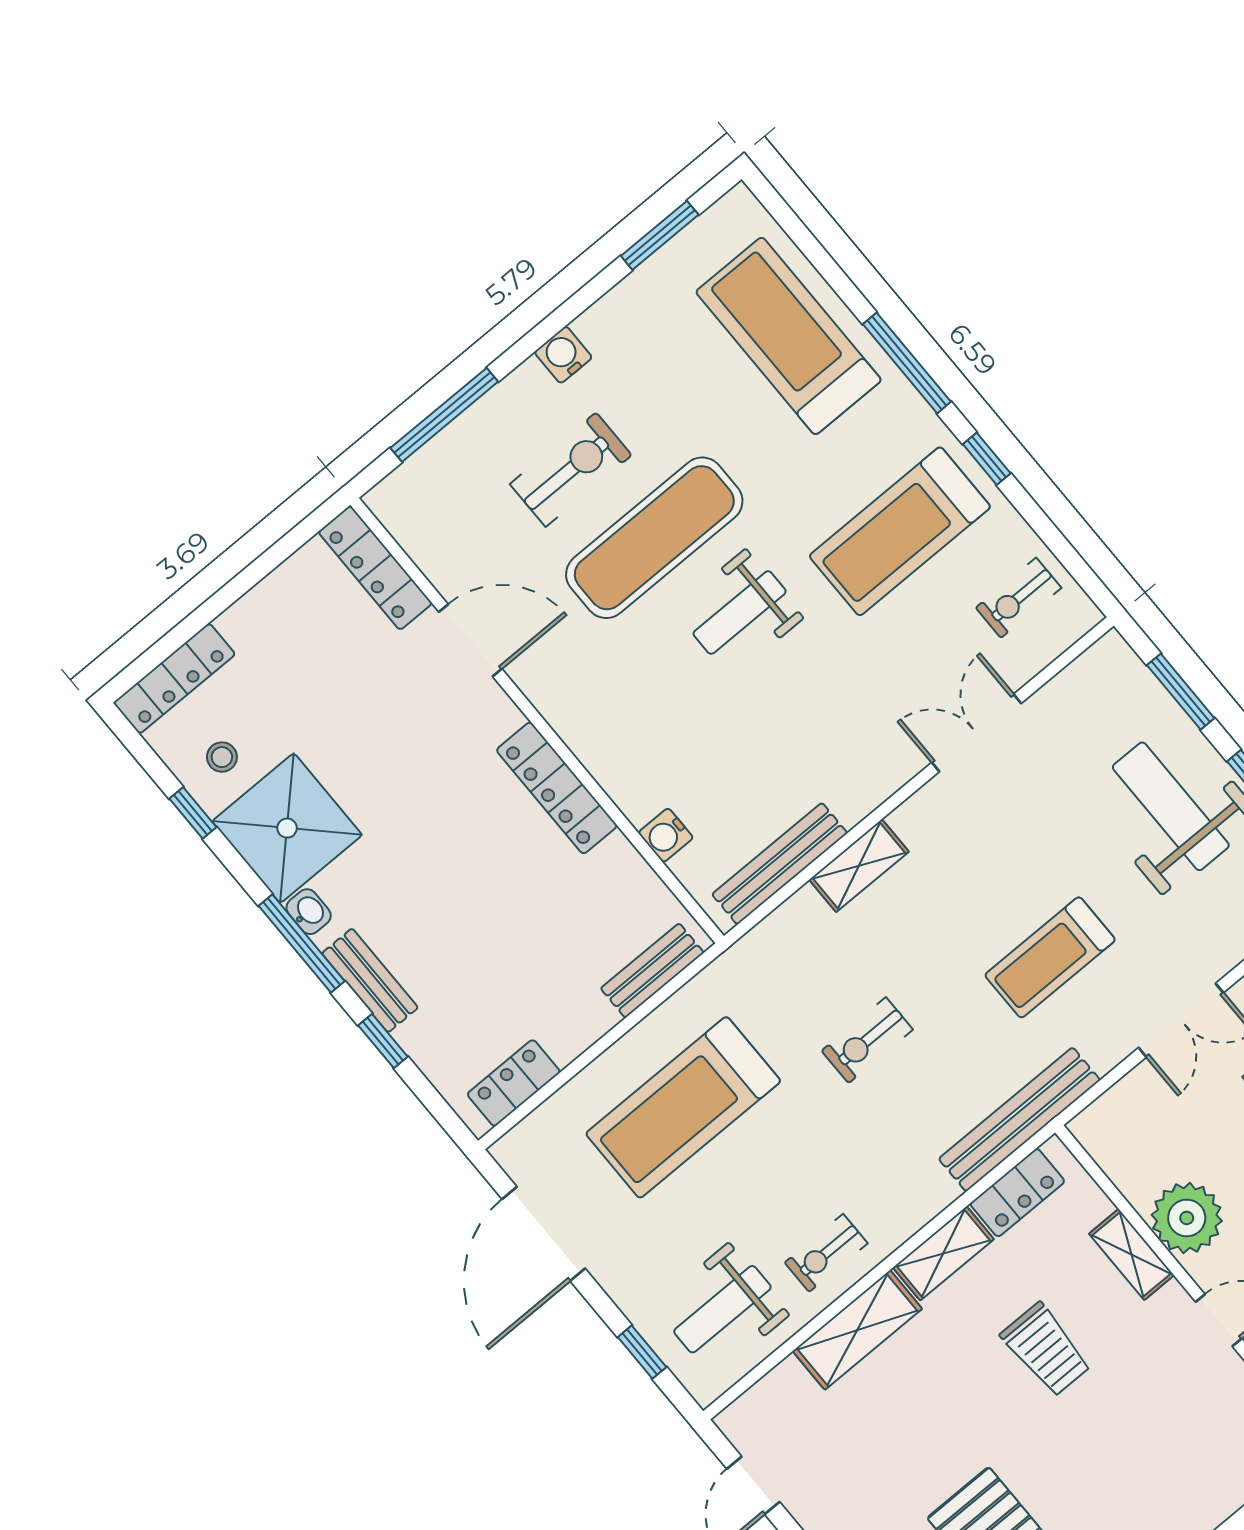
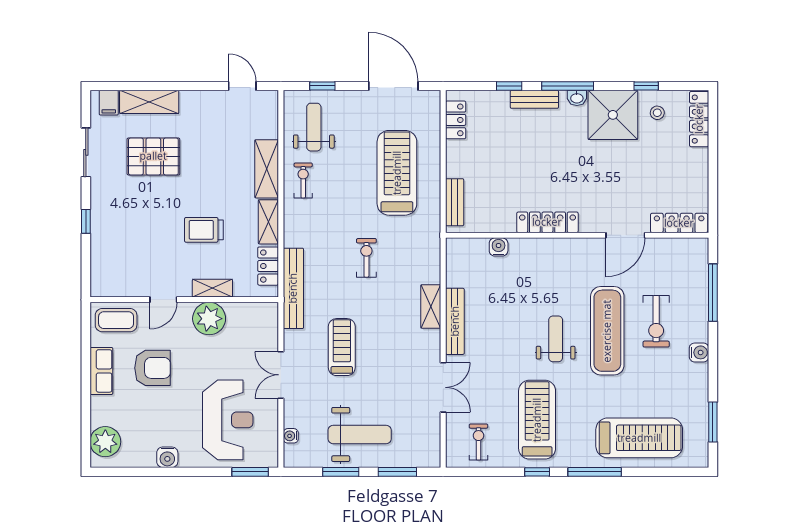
bench: (780, 864) -> (455, 321), moved

